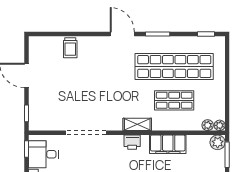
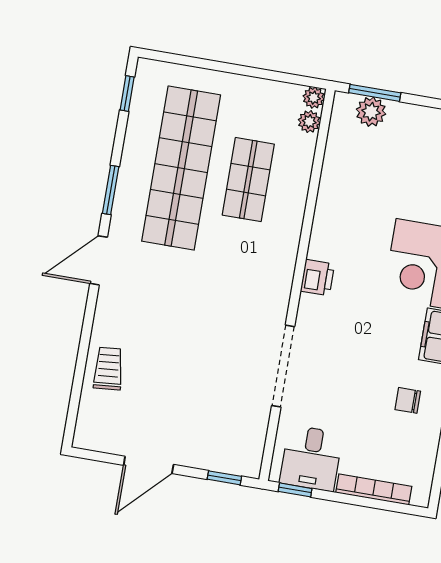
trolley: (70, 48) -> (108, 369), turned -95
shelving: (137, 124) -> (284, 261), removed
plant: (218, 142) -> (371, 112), moved
filing cabinet: (168, 144) -> (334, 207), removed

